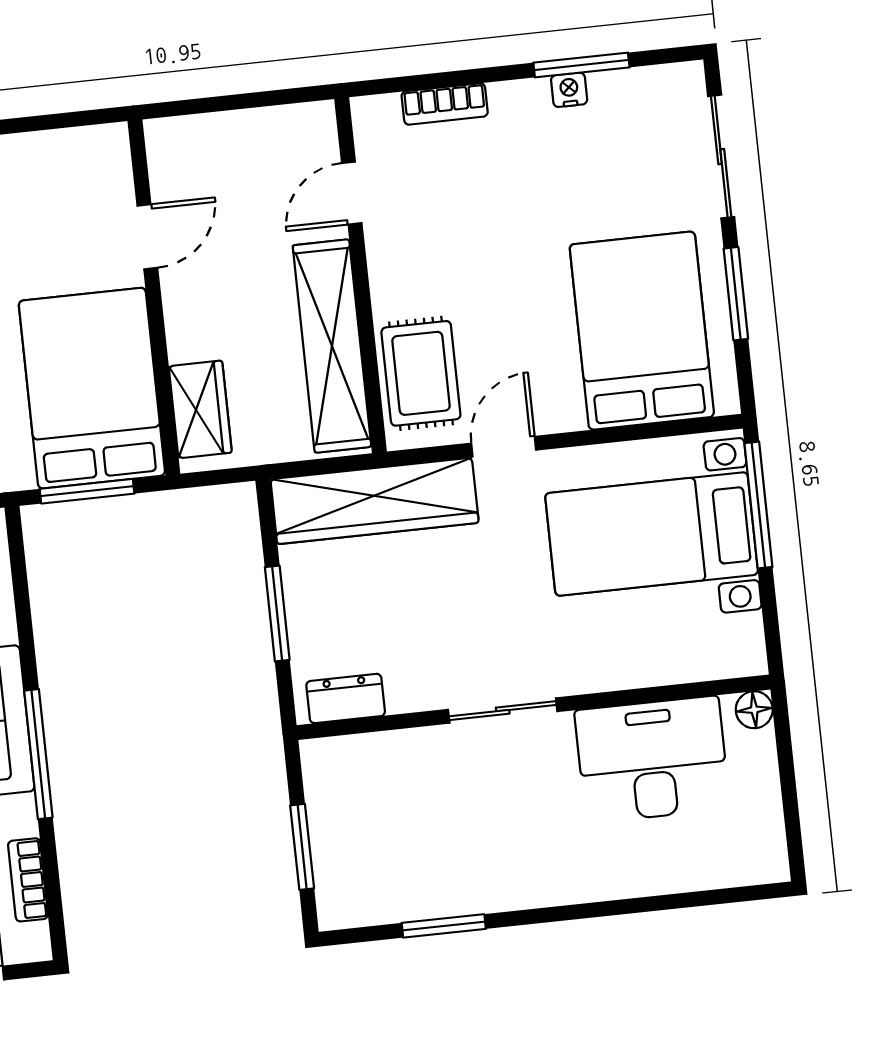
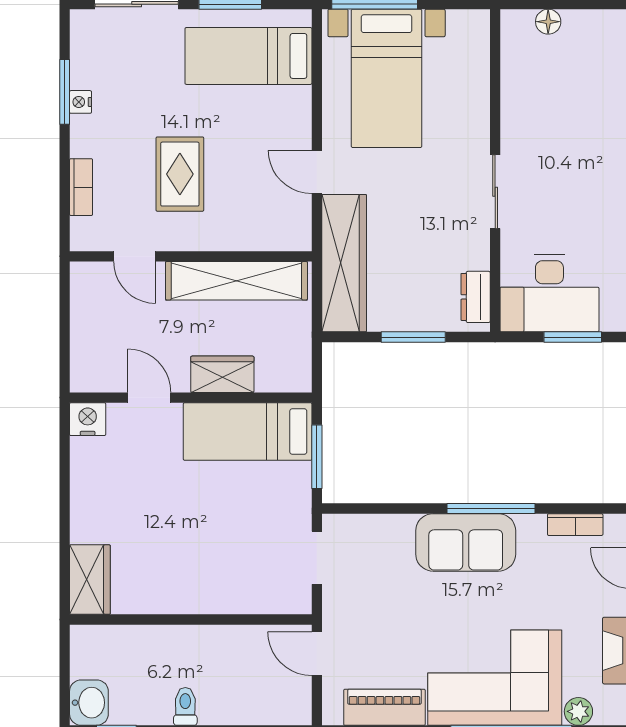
nightstand: (106, 150) -> (88, 419), added
bed: (642, 331) -> (248, 56), width x0.67
rug: (421, 373) -> (180, 174), moved, turned 90
bed: (92, 388) -> (248, 431), width x0.67
wardrobe: (200, 409) -> (222, 374), moved
floor lamp: (754, 710) -> (548, 22), moved
desk: (652, 759) -> (549, 293), moved, turned -90

